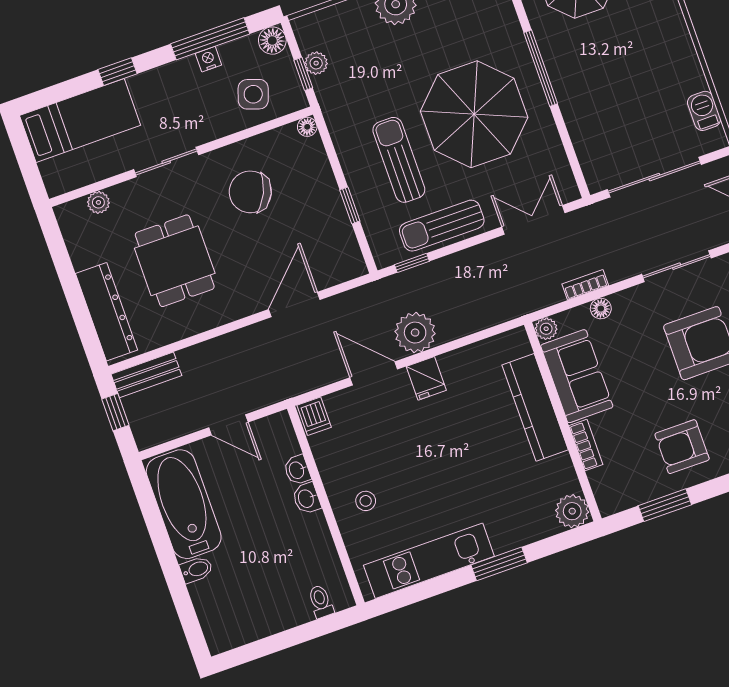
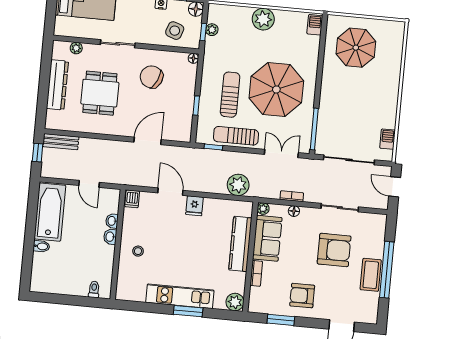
window: (541, 68) -> (314, 129), moved
dresser: (107, 312) -> (57, 85), moved
plant: (415, 333) -> (238, 185), moved
kitchen unit: (429, 561) -> (180, 296), moved

